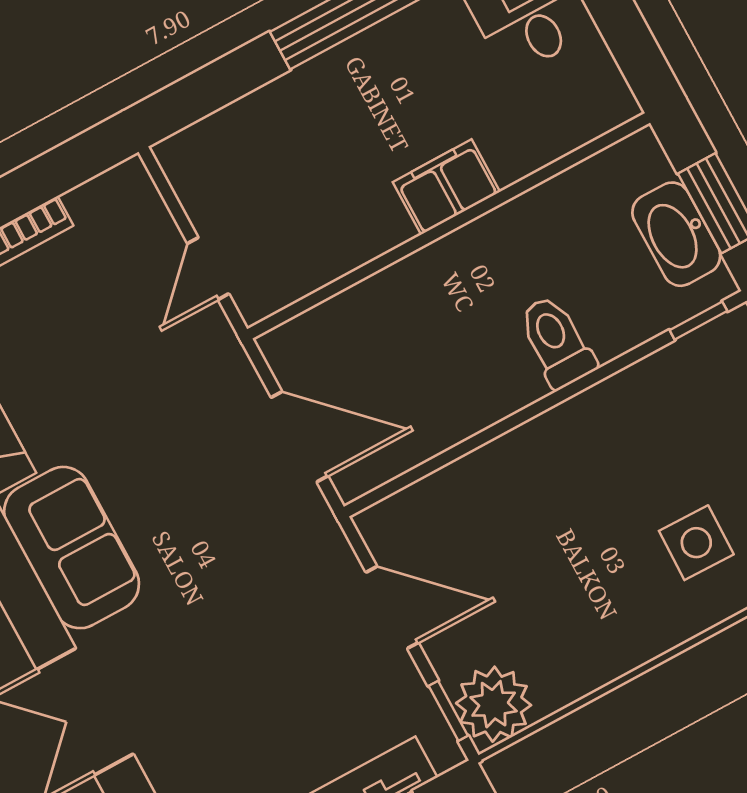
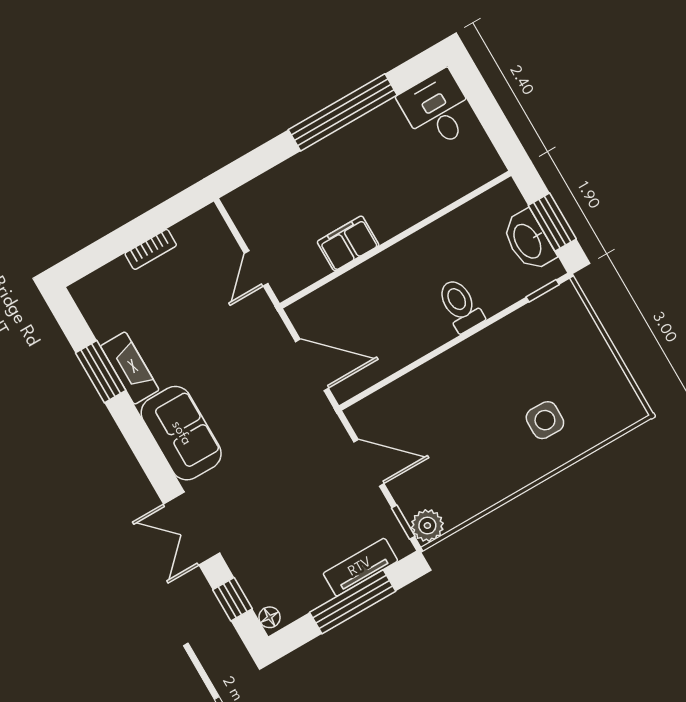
filing cabinet: (446, 187) -> (348, 243), moved
plant: (494, 704) -> (427, 526), width x0.73, depth x0.73

